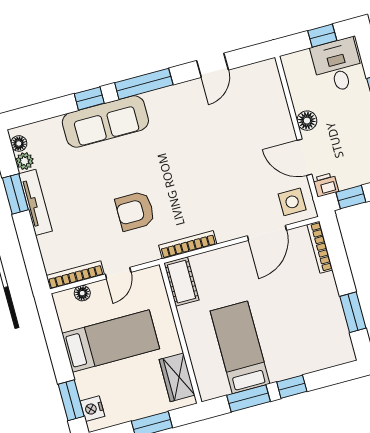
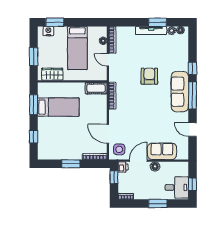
sofa: (273, 115) -> (162, 151), added
sofa: (105, 121) -> (180, 92), moved
armchair: (135, 211) -> (149, 76), moved
window: (353, 312) -> (71, 164), moved
window: (292, 387) -> (34, 137), moved

